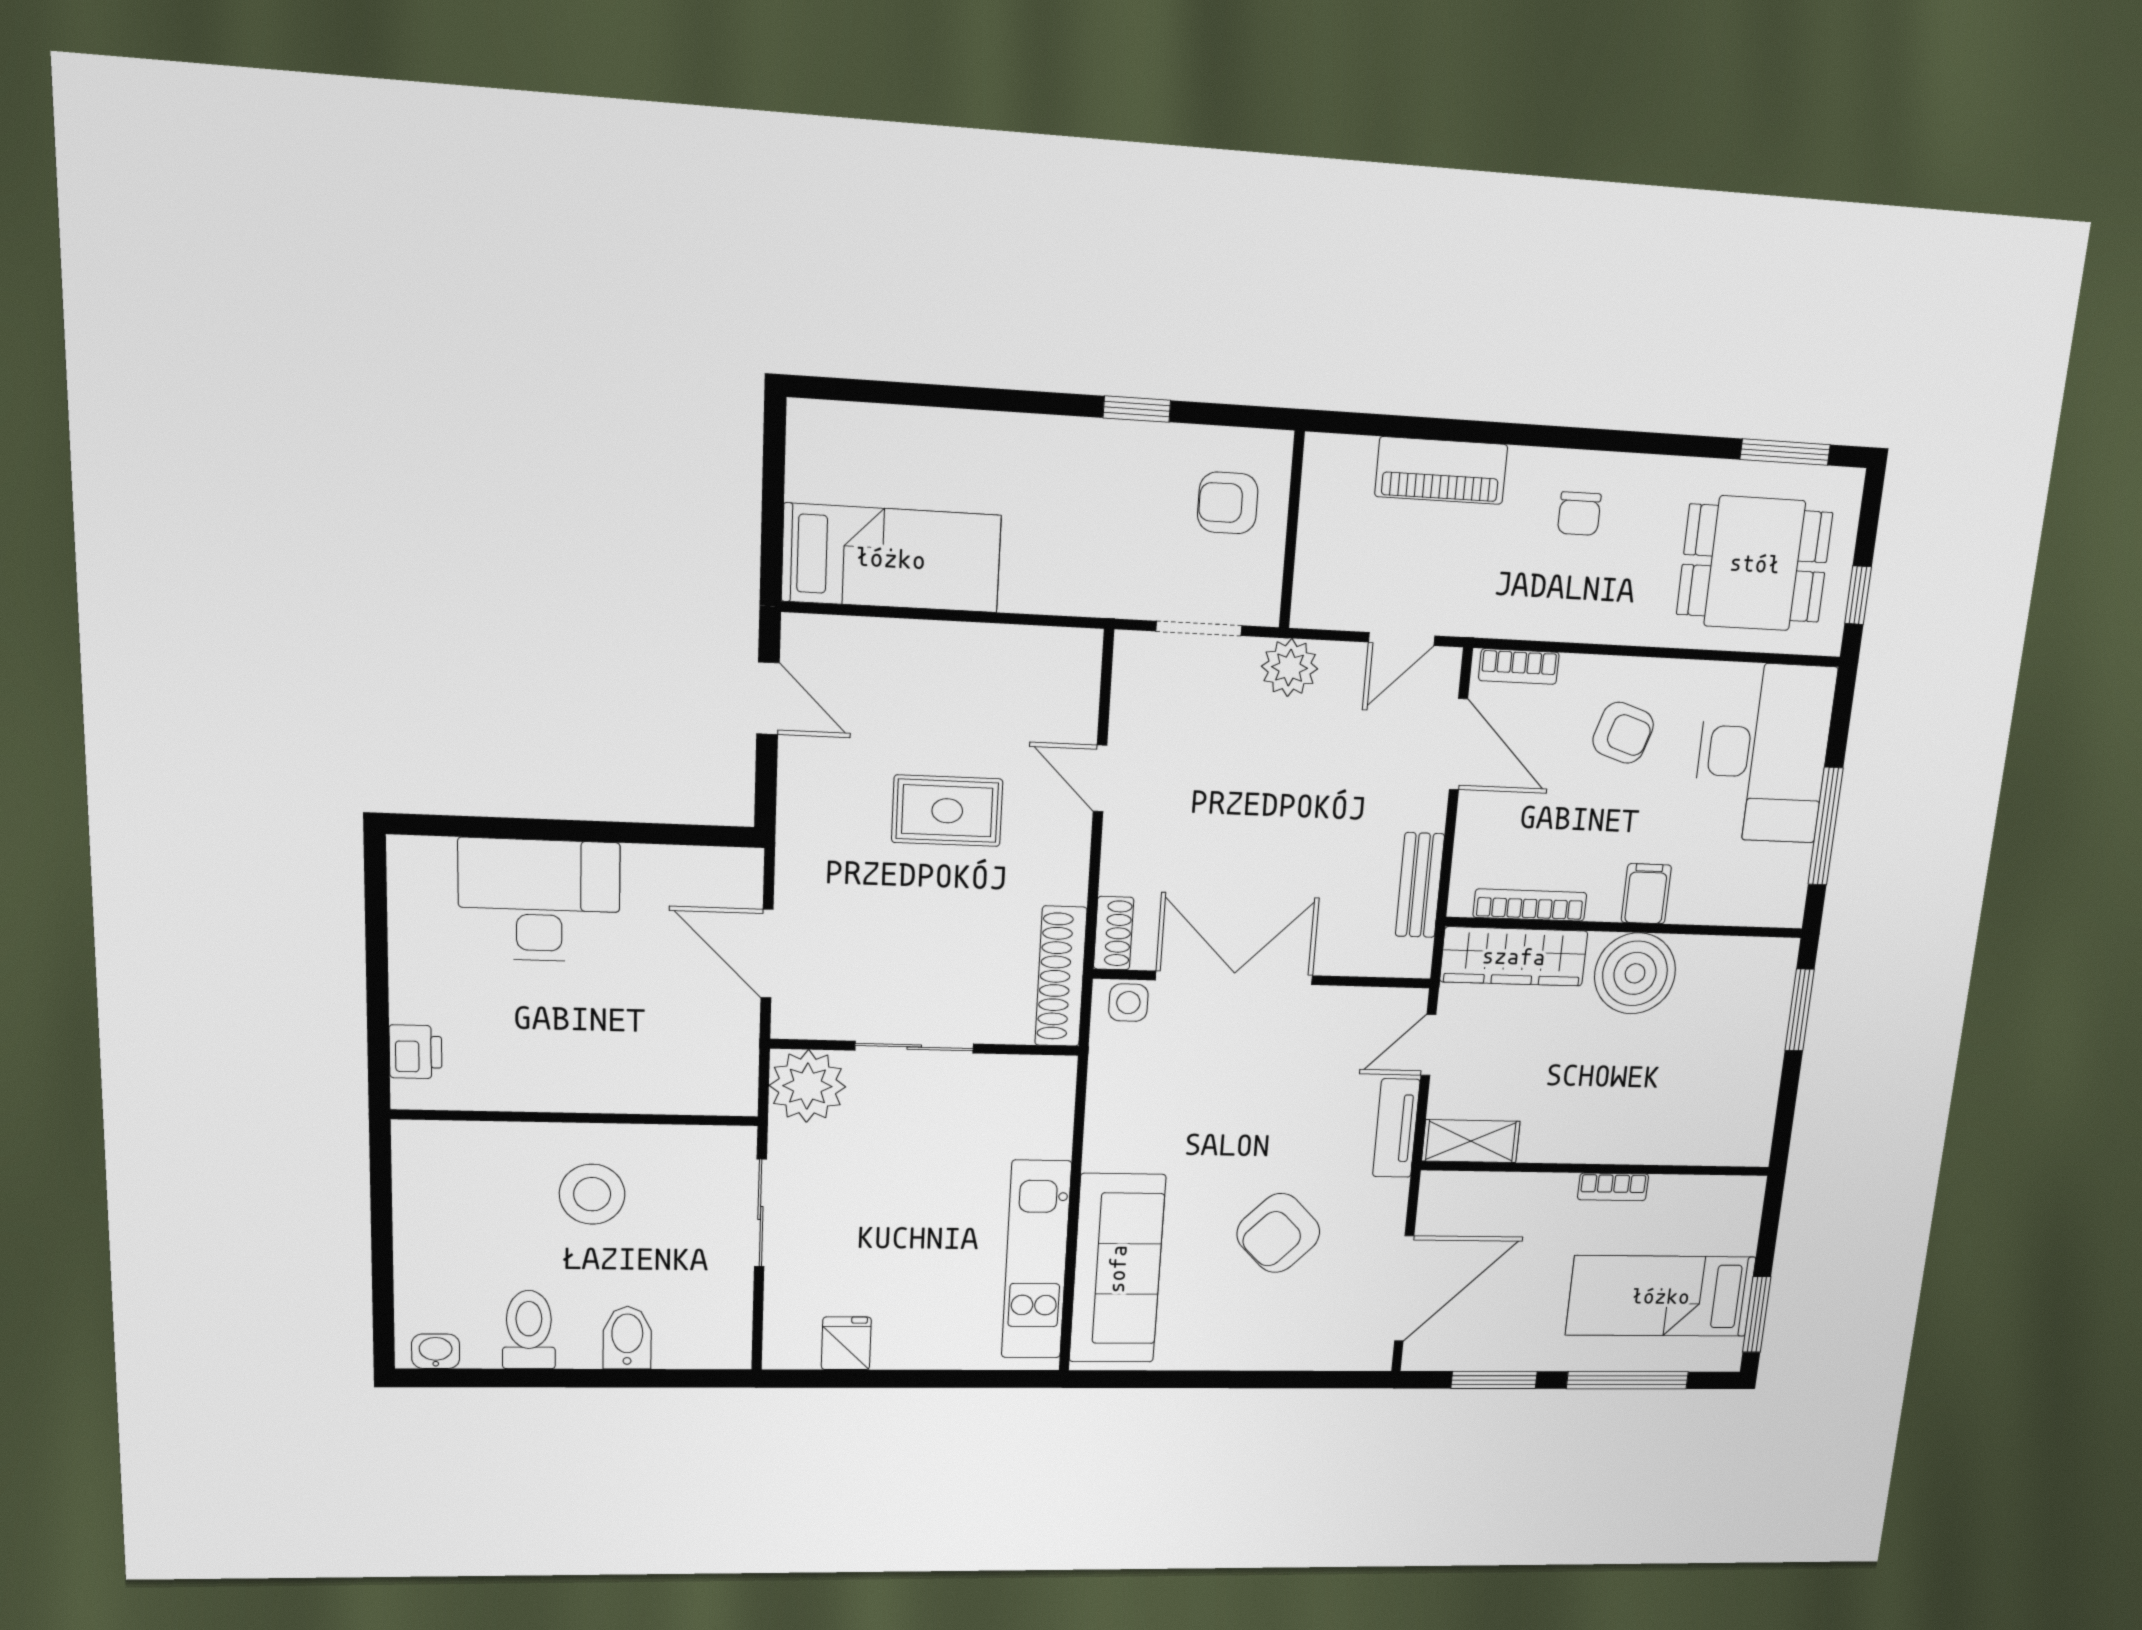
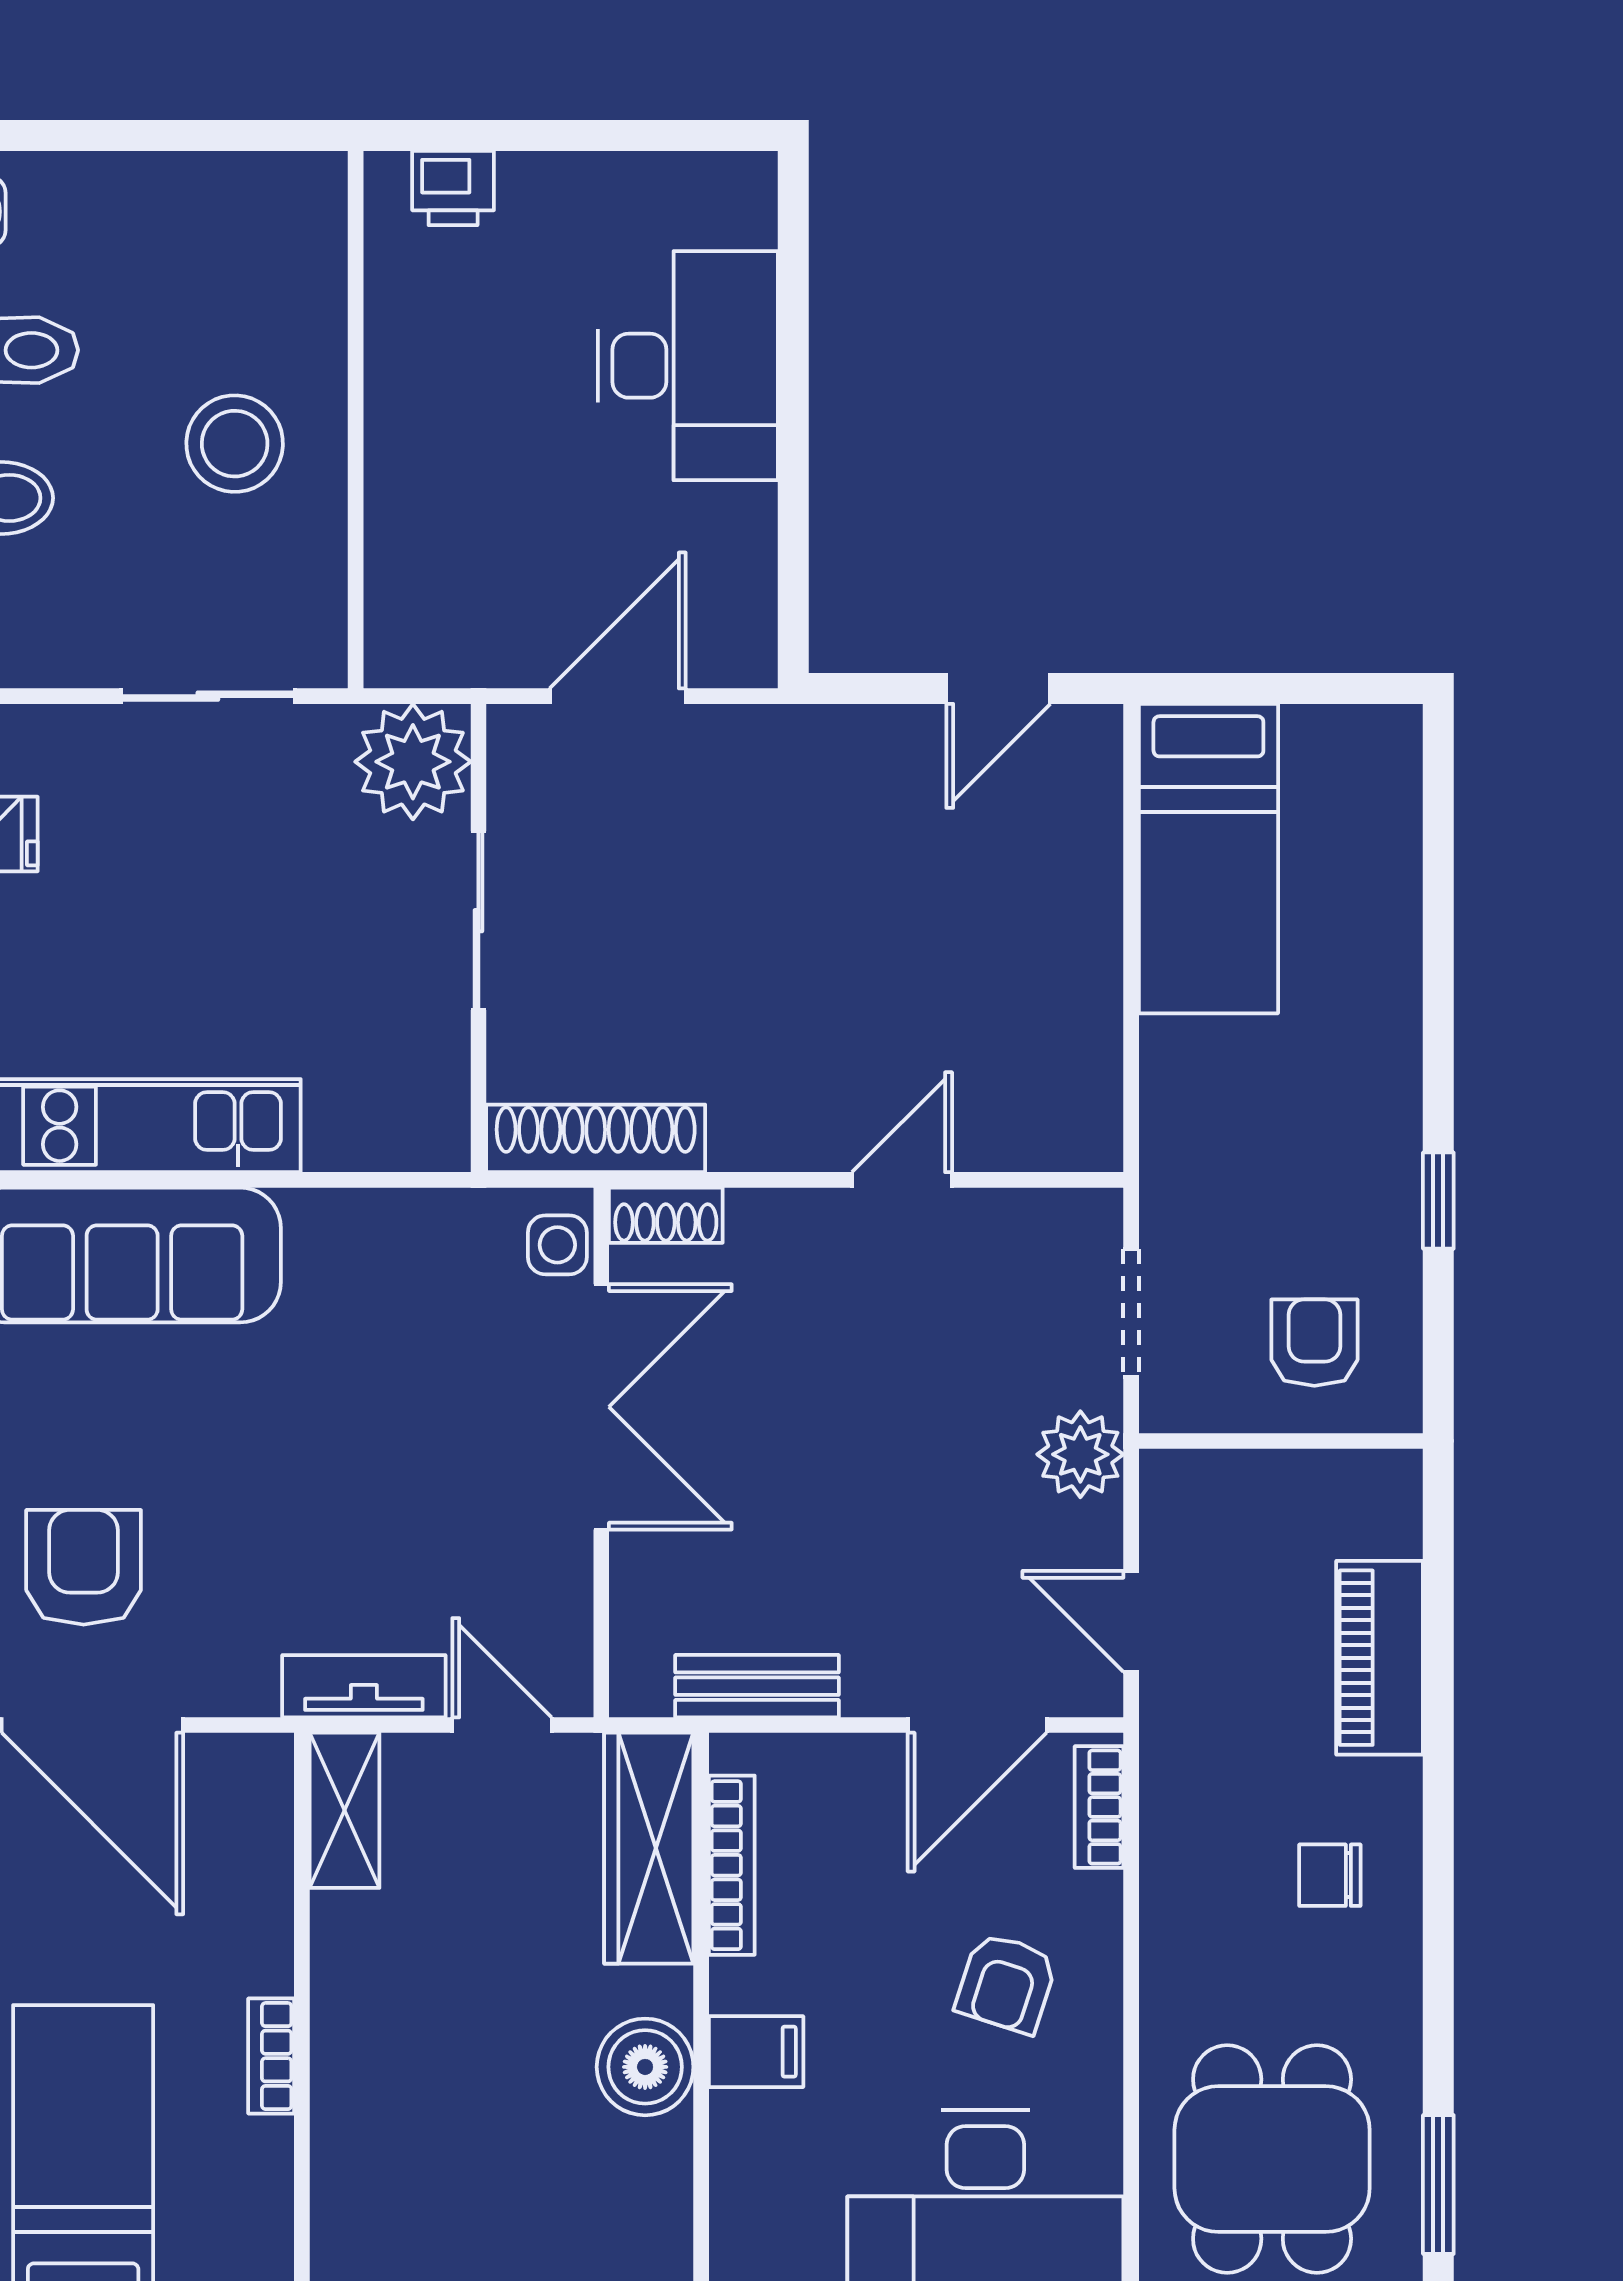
rug: (947, 811) -> (844, 955), removed
boiler: (1635, 973) -> (645, 2067), width x0.73, depth x0.73
armchair: (1278, 1233) -> (84, 1567), moved, turned 45

